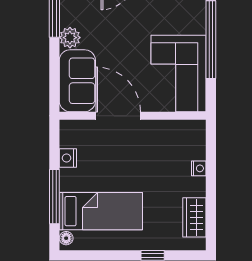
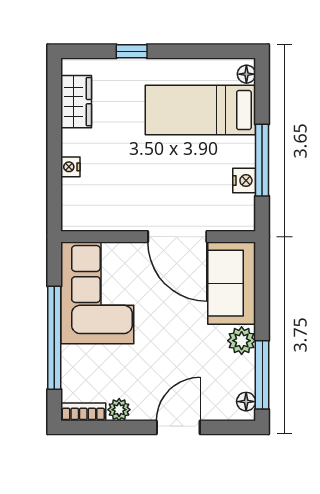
window: (54, 197) -> (262, 160), moved

